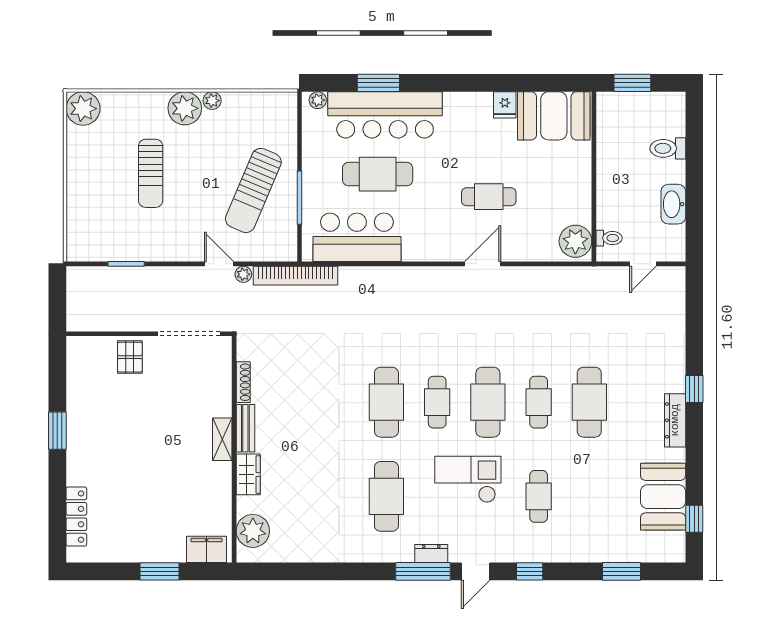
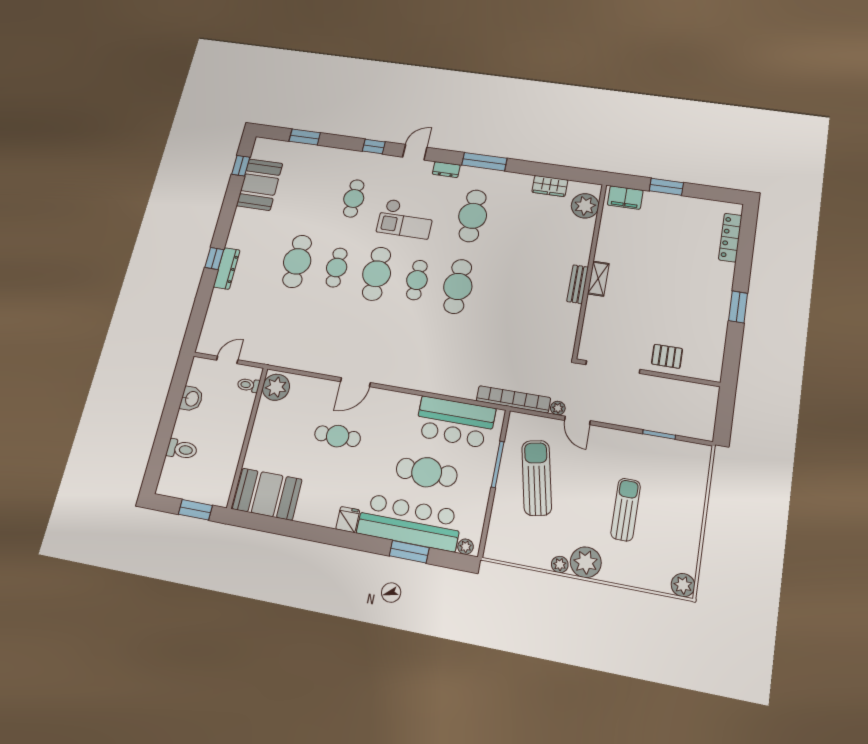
fridge: (505, 105) -> (348, 520), moved
plant: (83, 109) -> (683, 585), width x0.73, depth x0.73
sun lounger: (253, 190) -> (537, 478), turned -35
washbasin: (673, 204) -> (191, 399), width x0.72
pallet: (130, 357) -> (667, 356), turned 90
shoe rack: (243, 382) -> (573, 321), removed
dresser: (675, 420) -> (227, 268), moved
wardrobe: (248, 474) -> (550, 186), moved, turned -90
window: (423, 571) -> (484, 162), moved

